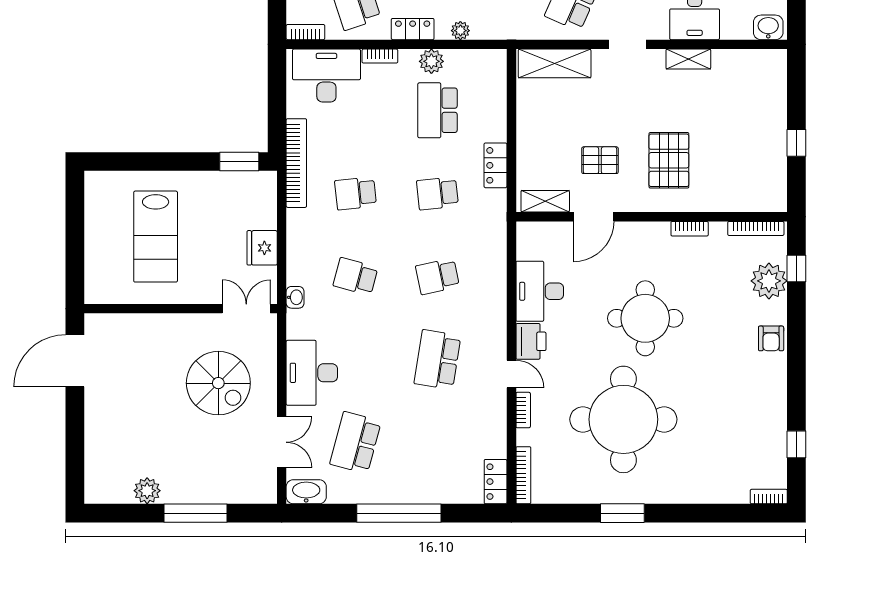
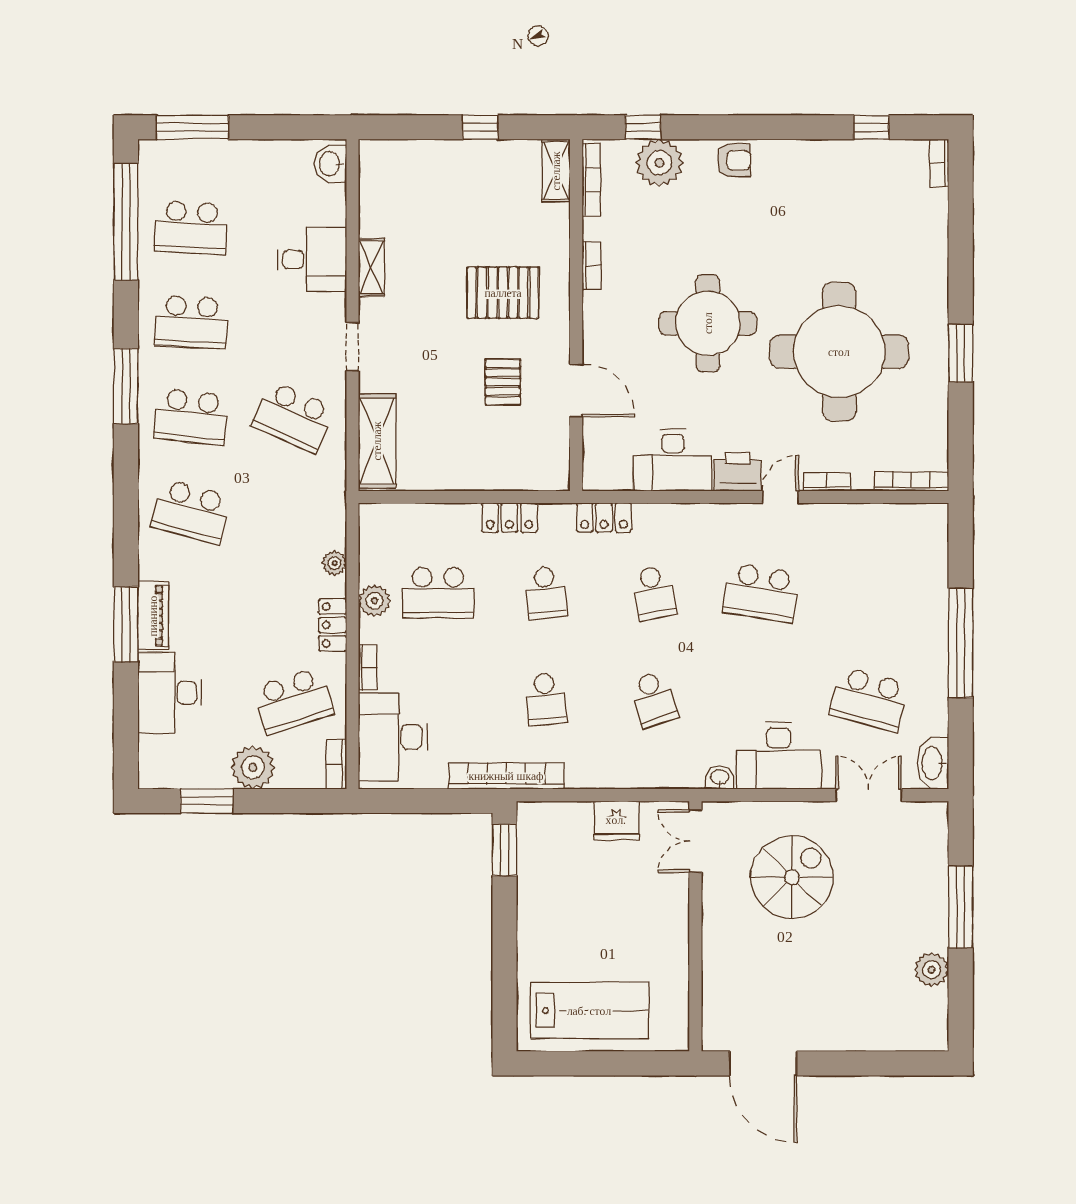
shelving: (545, 201) -> (556, 171), moved
lab bench: (156, 237) -> (589, 1011), moved
school desk: (356, 276) -> (654, 699), turned -33
washbasin: (295, 297) -> (720, 778), moved
locker: (496, 482) -> (604, 518), moved

